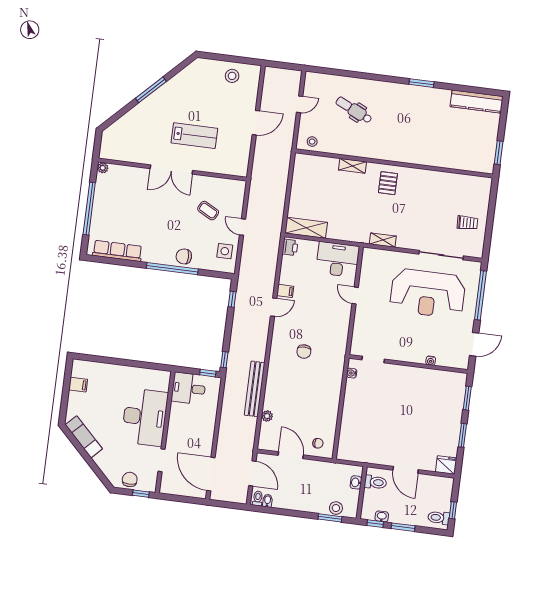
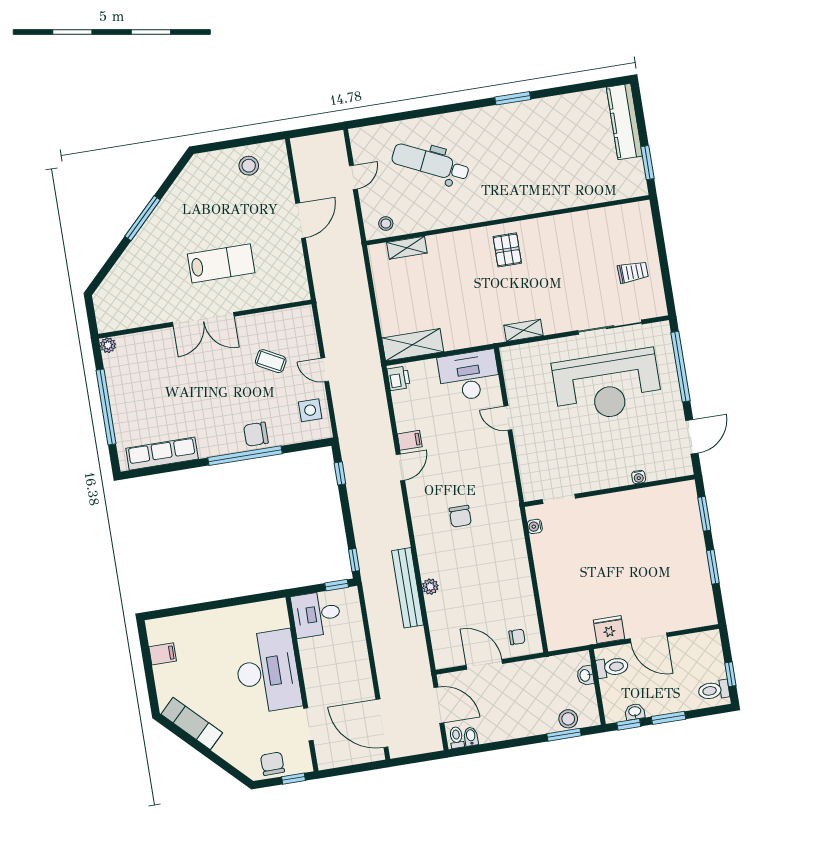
kitchen counter: (477, 102) -> (624, 122), moved, turned 90
dental chair: (354, 110) -> (430, 163), width x1.36, depth x1.38
shelving: (352, 166) -> (407, 248), moved
plant: (267, 416) -> (430, 587), moved
fridge: (446, 465) -> (609, 630), moved

